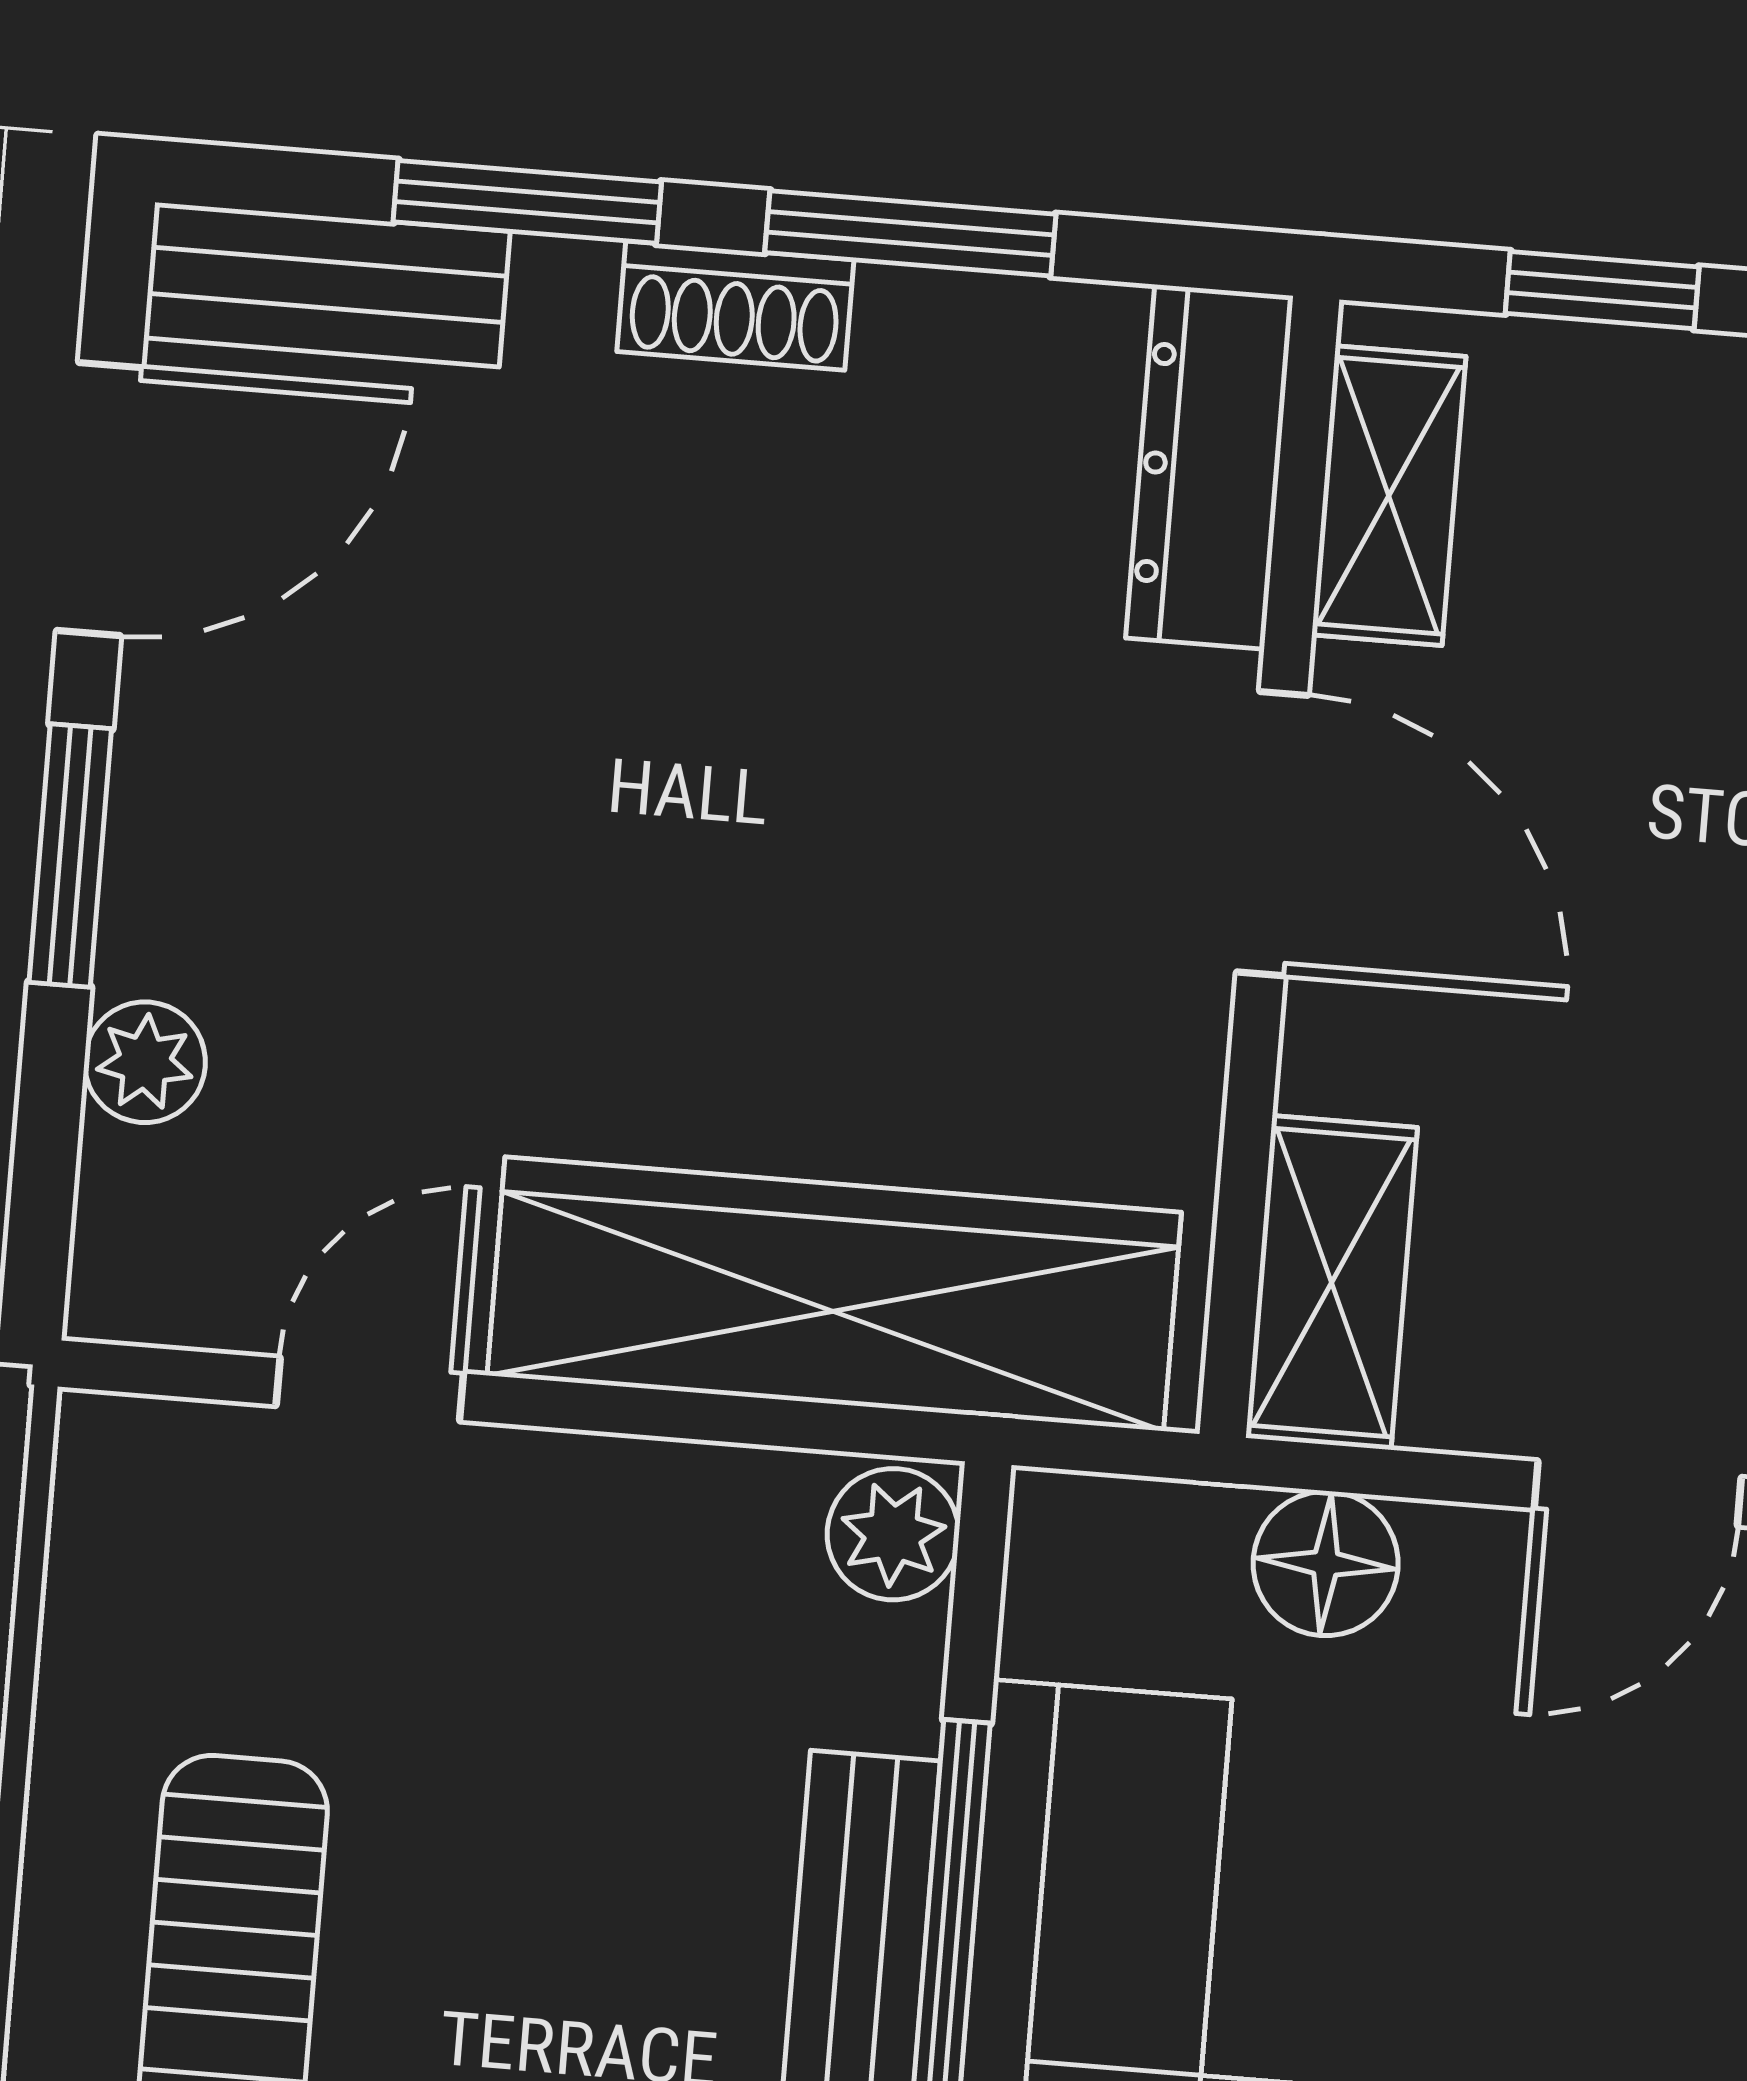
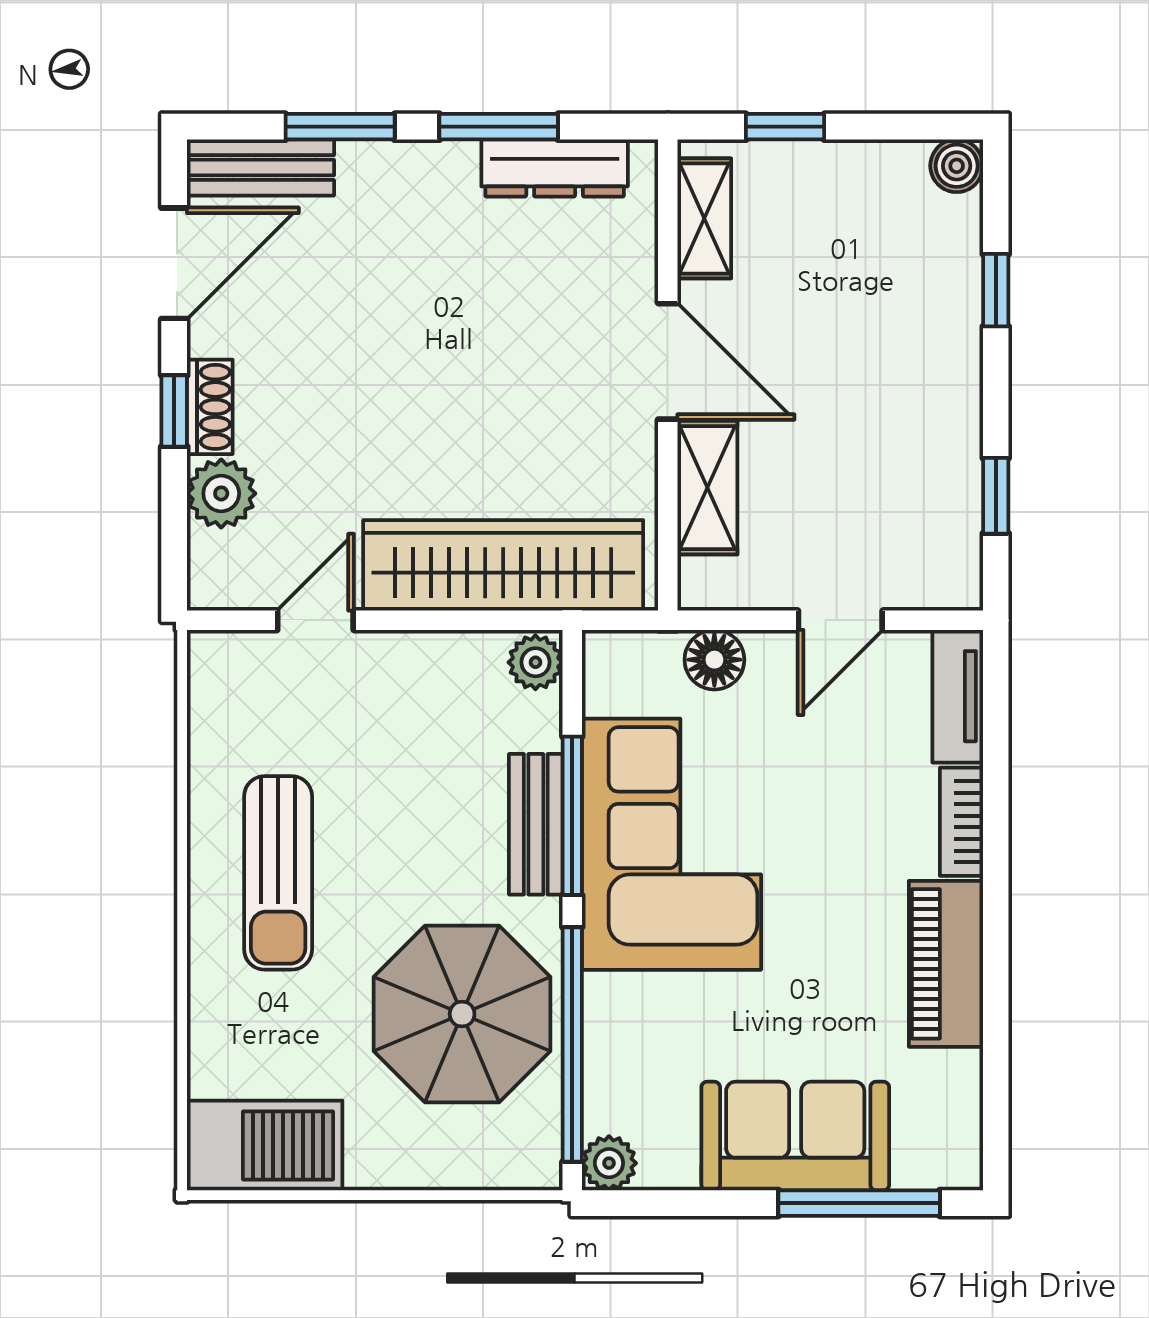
shoe rack: (735, 306) -> (210, 407), moved, turned -90
dresser: (1209, 467) -> (555, 168), moved, turned -90
window: (70, 855) -> (174, 411), width x0.67
plant: (145, 1062) -> (221, 493), width x1.38, depth x1.38
shelving: (1332, 1283) -> (707, 488), moved

